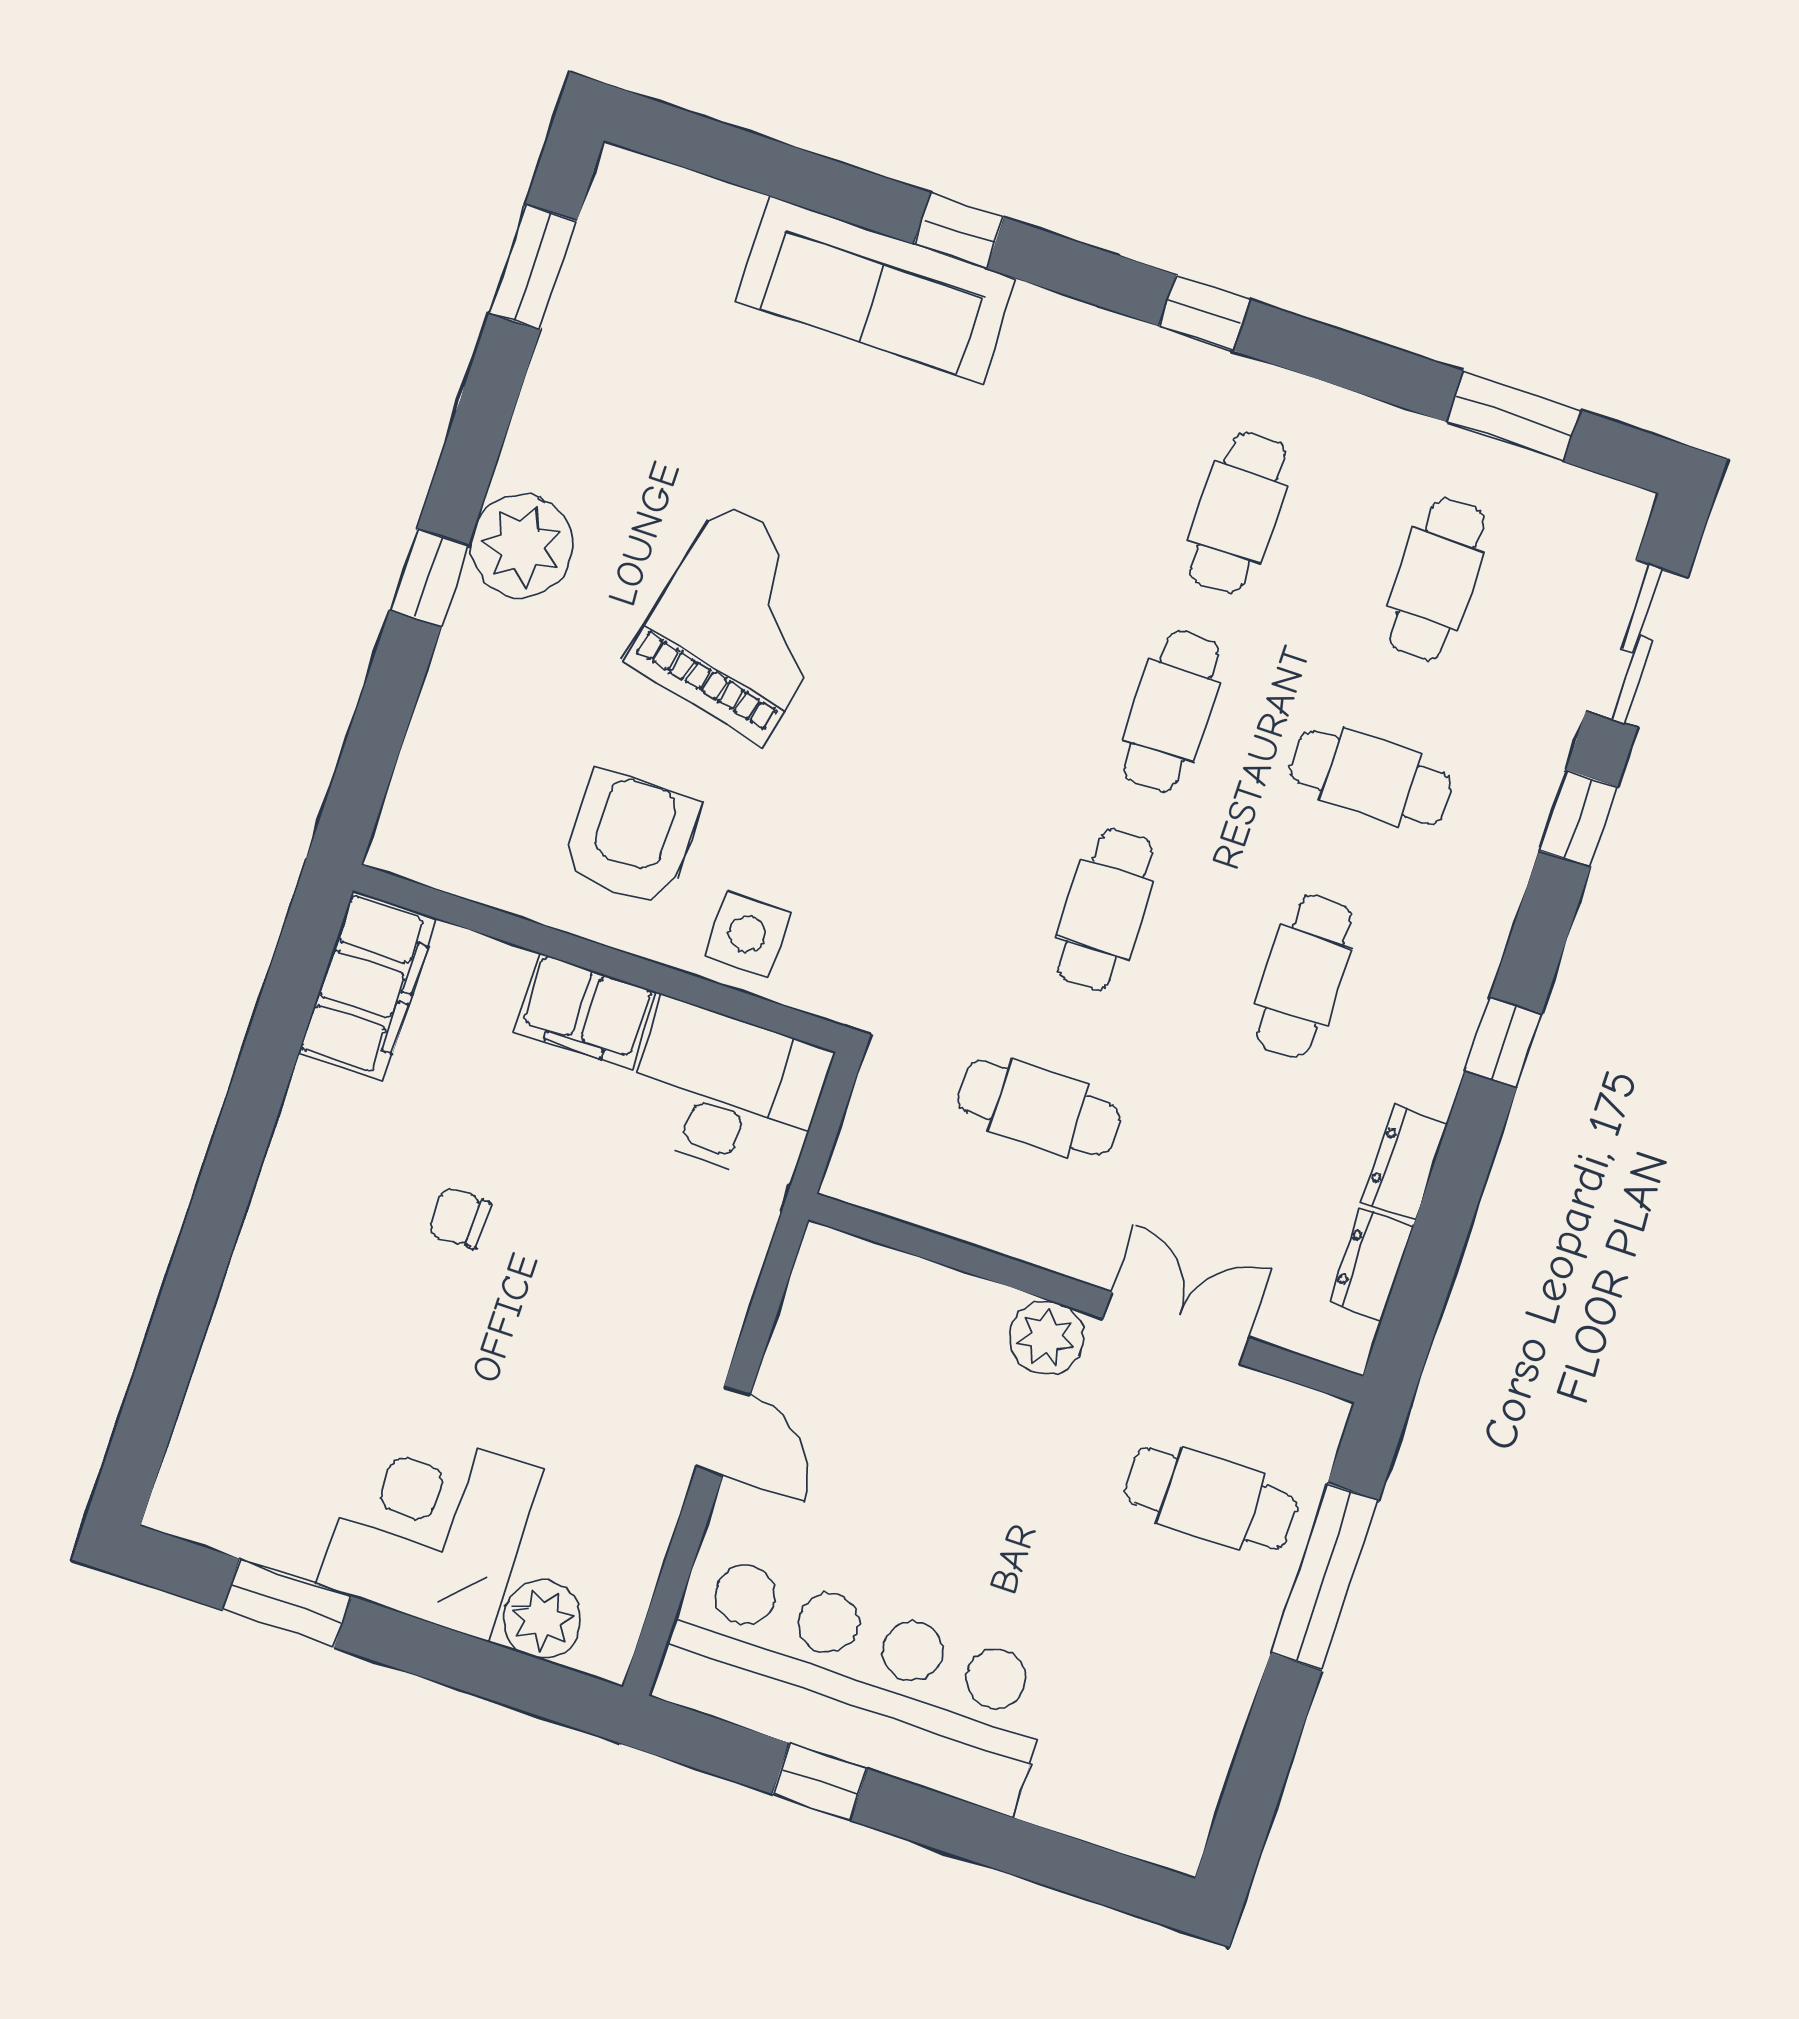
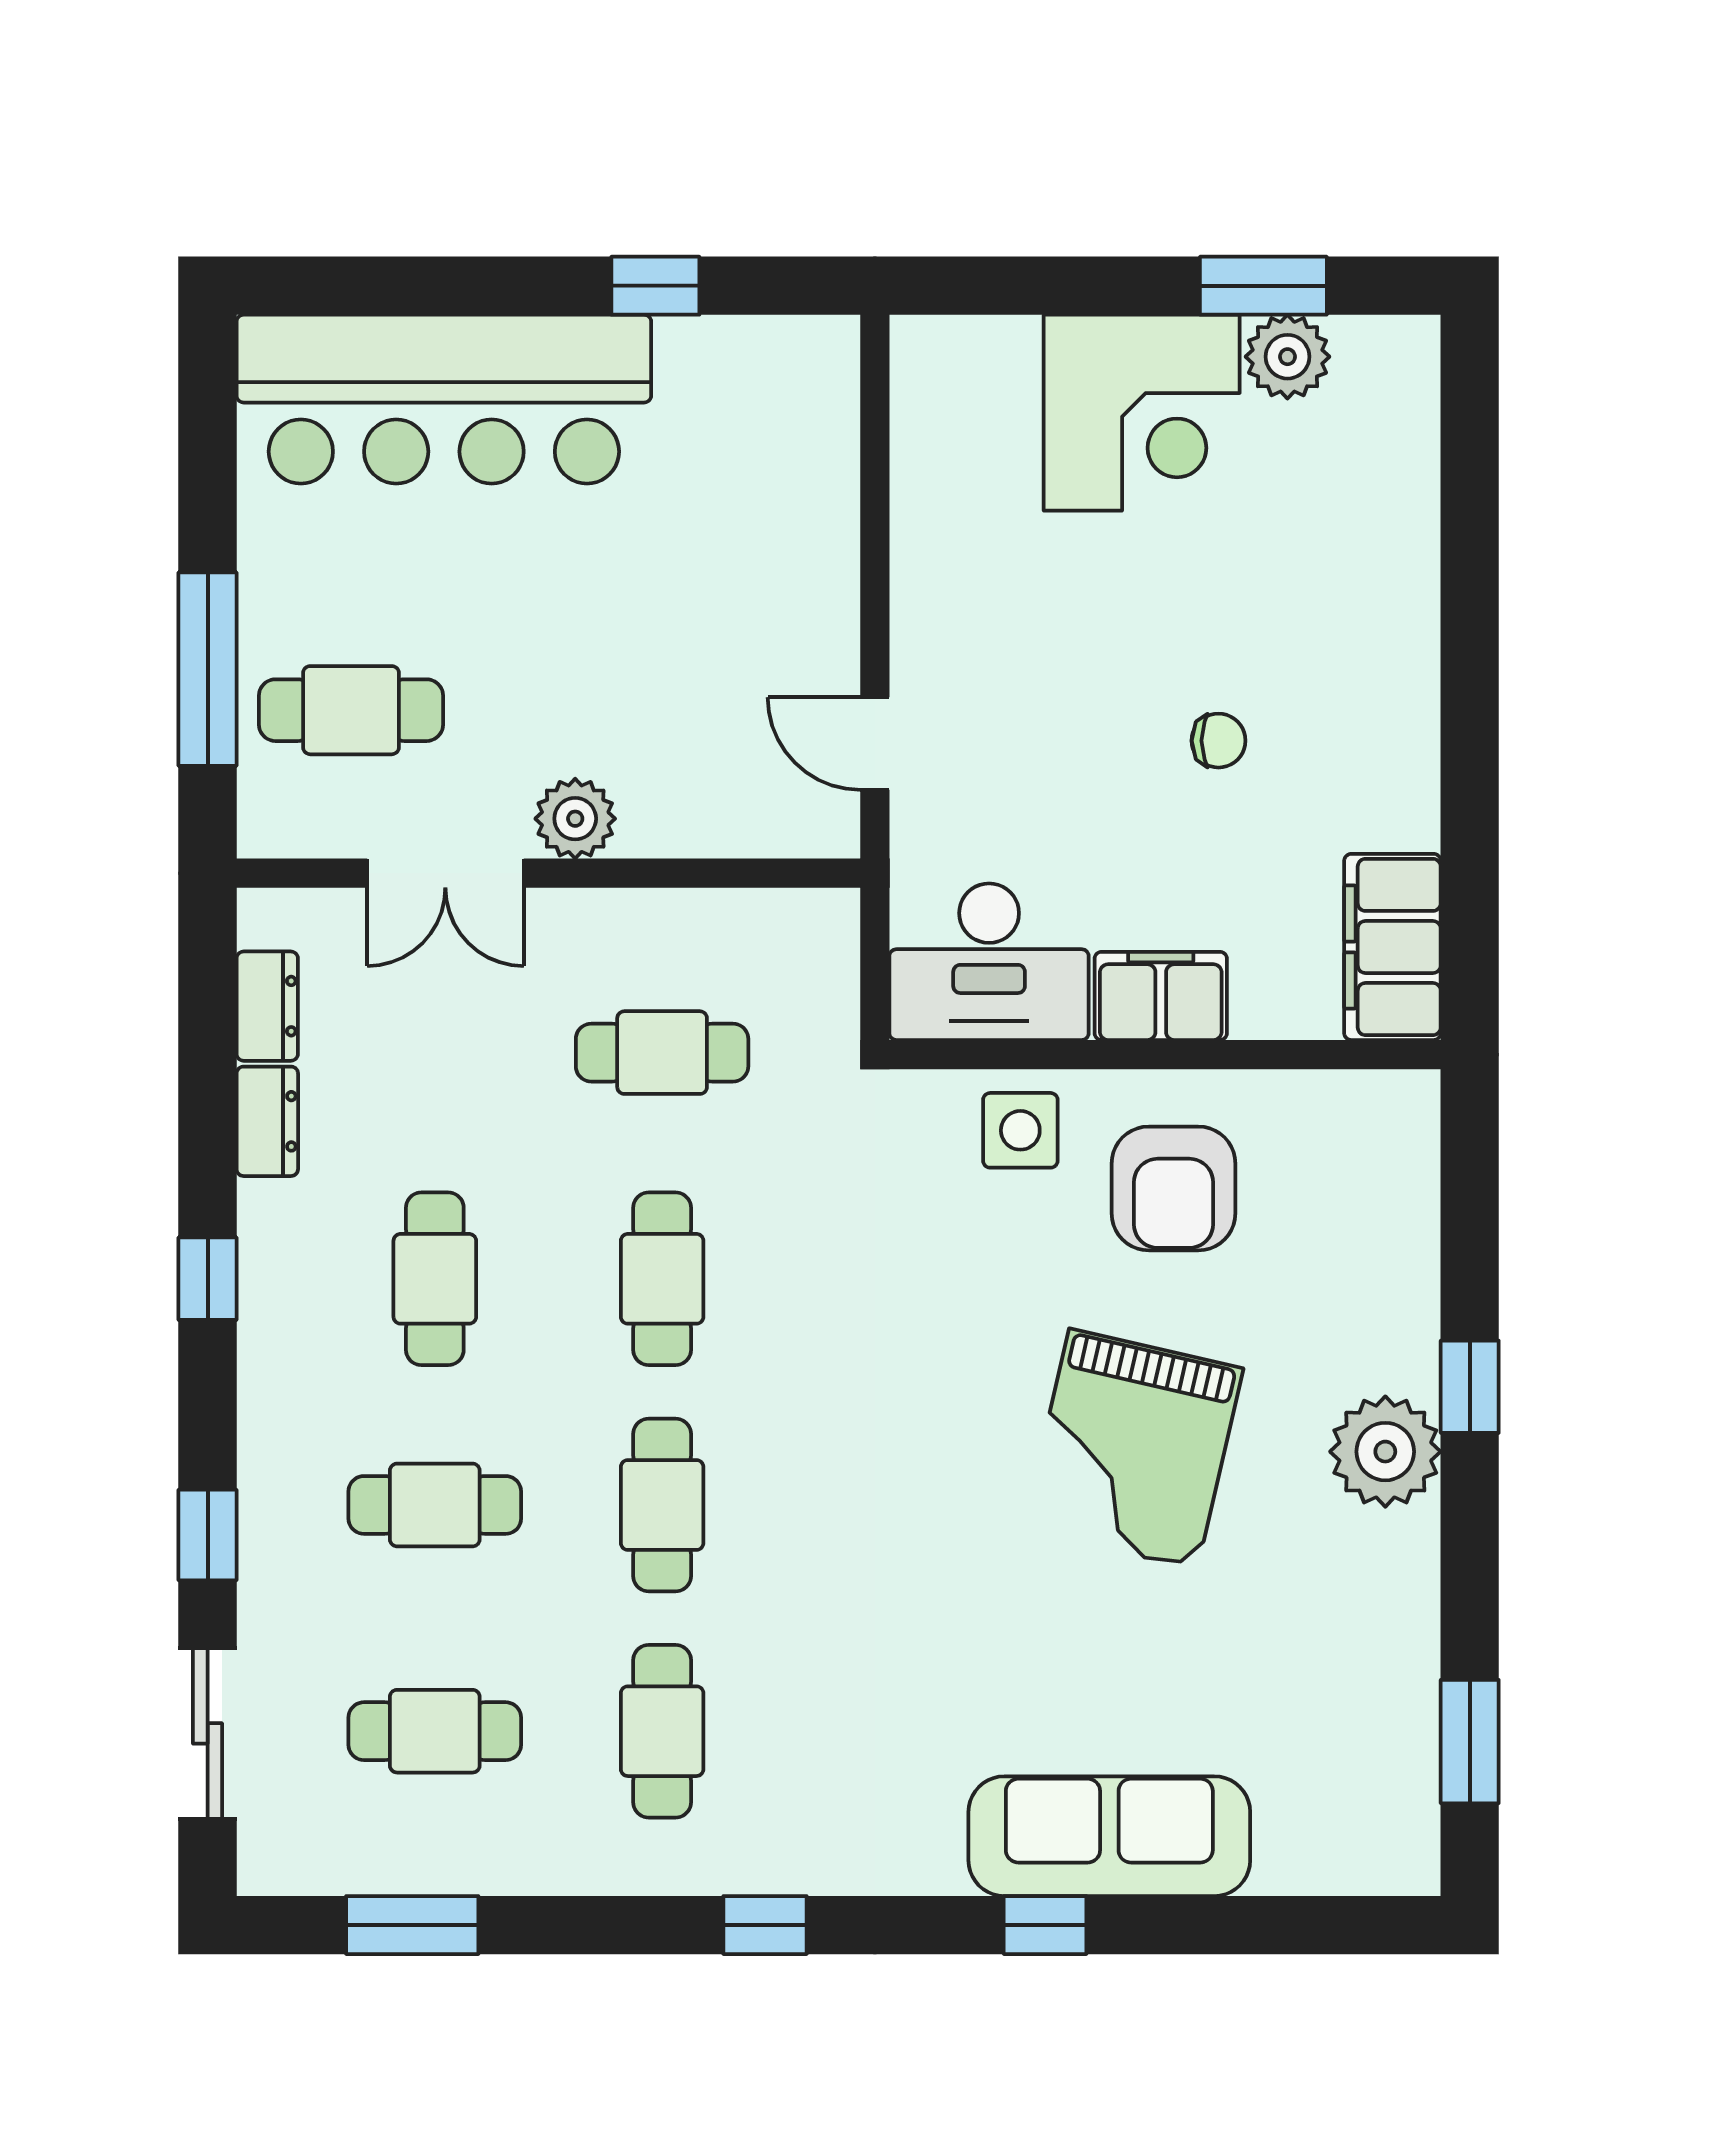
cafe table: (1437, 579) -> (435, 1731), turned 90
door: (723, 1431) -> (875, 744), moved
plant: (542, 1619) -> (1287, 357), moved
bar counter: (855, 1683) -> (444, 399), moved

